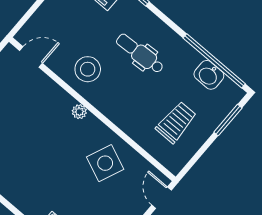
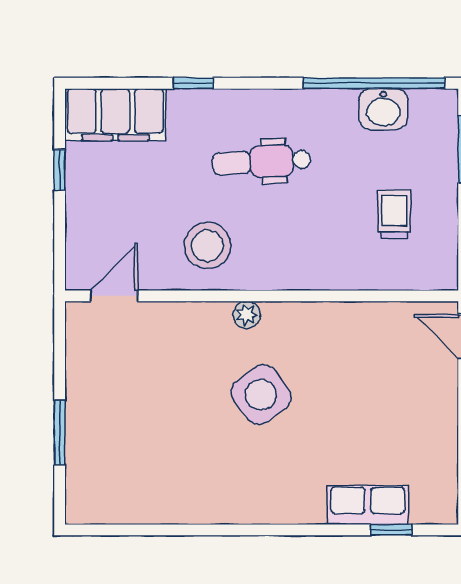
trolley: (176, 122) -> (394, 214), width x0.73, depth x0.72
side table: (105, 163) -> (261, 395), moved, turned 30

